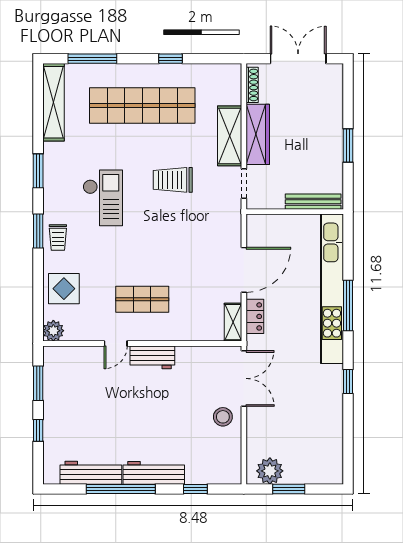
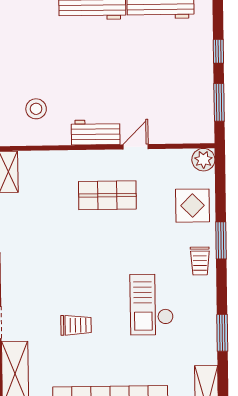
trolley: (173, 180) -> (76, 325), width x0.73, depth x0.72
window: (38, 231) -> (221, 240), moved
trolley: (58, 237) -> (200, 261), turned 180
stool: (223, 417) -> (36, 109), moved

